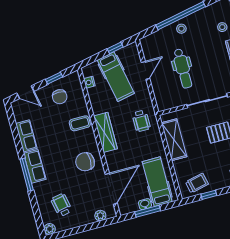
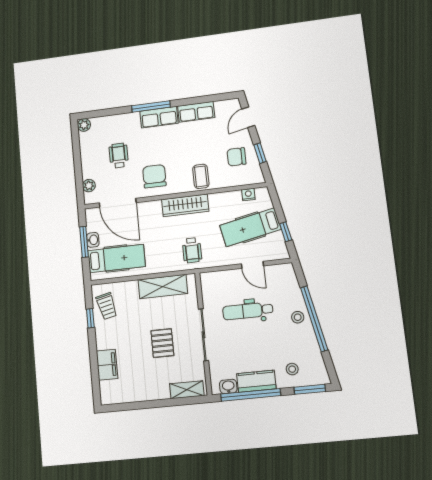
wheelchair: (141, 121) -> (192, 250), turned -90
wheelchair: (61, 205) -> (119, 155), moved, turned -79

